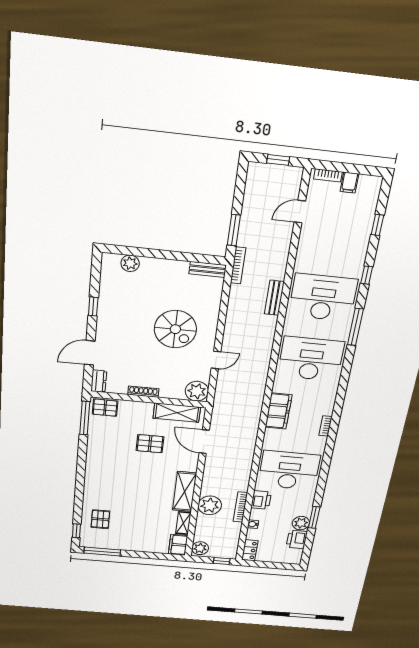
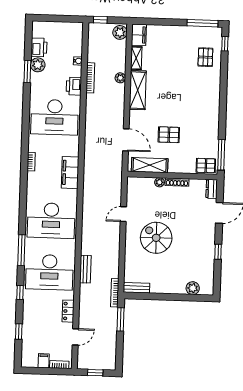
plant: (197, 391) -> (159, 182), moved, width x0.53, depth x0.53
plant: (210, 505) -> (120, 78), width x0.53, depth x0.53
locker: (250, 550) -> (68, 311), moved

